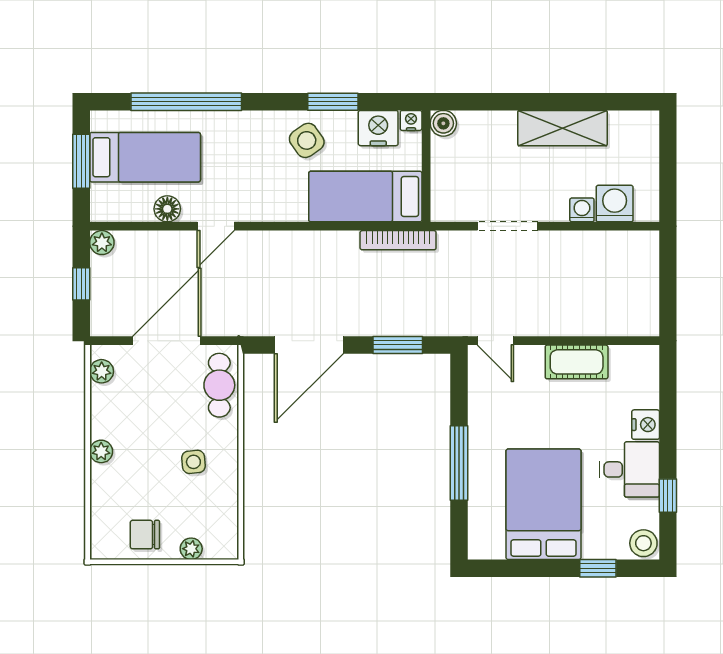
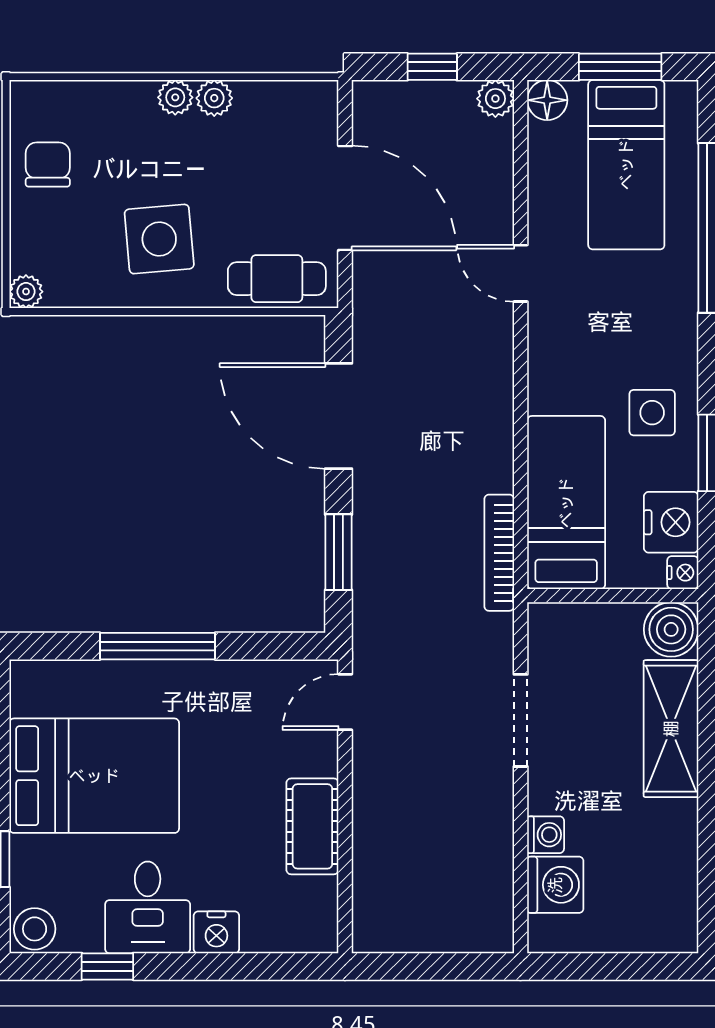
boiler: (443, 123) -> (671, 629), width x1.36, depth x1.36
shelving: (562, 128) -> (671, 729), moved
side table: (307, 140) -> (652, 413), turned 35
floor lamp: (167, 209) -> (547, 100), moved
plant: (102, 371) -> (214, 98), moved
side table: (193, 462) -> (159, 239), width x1.87, depth x1.87
plant: (191, 549) -> (26, 292), moved

